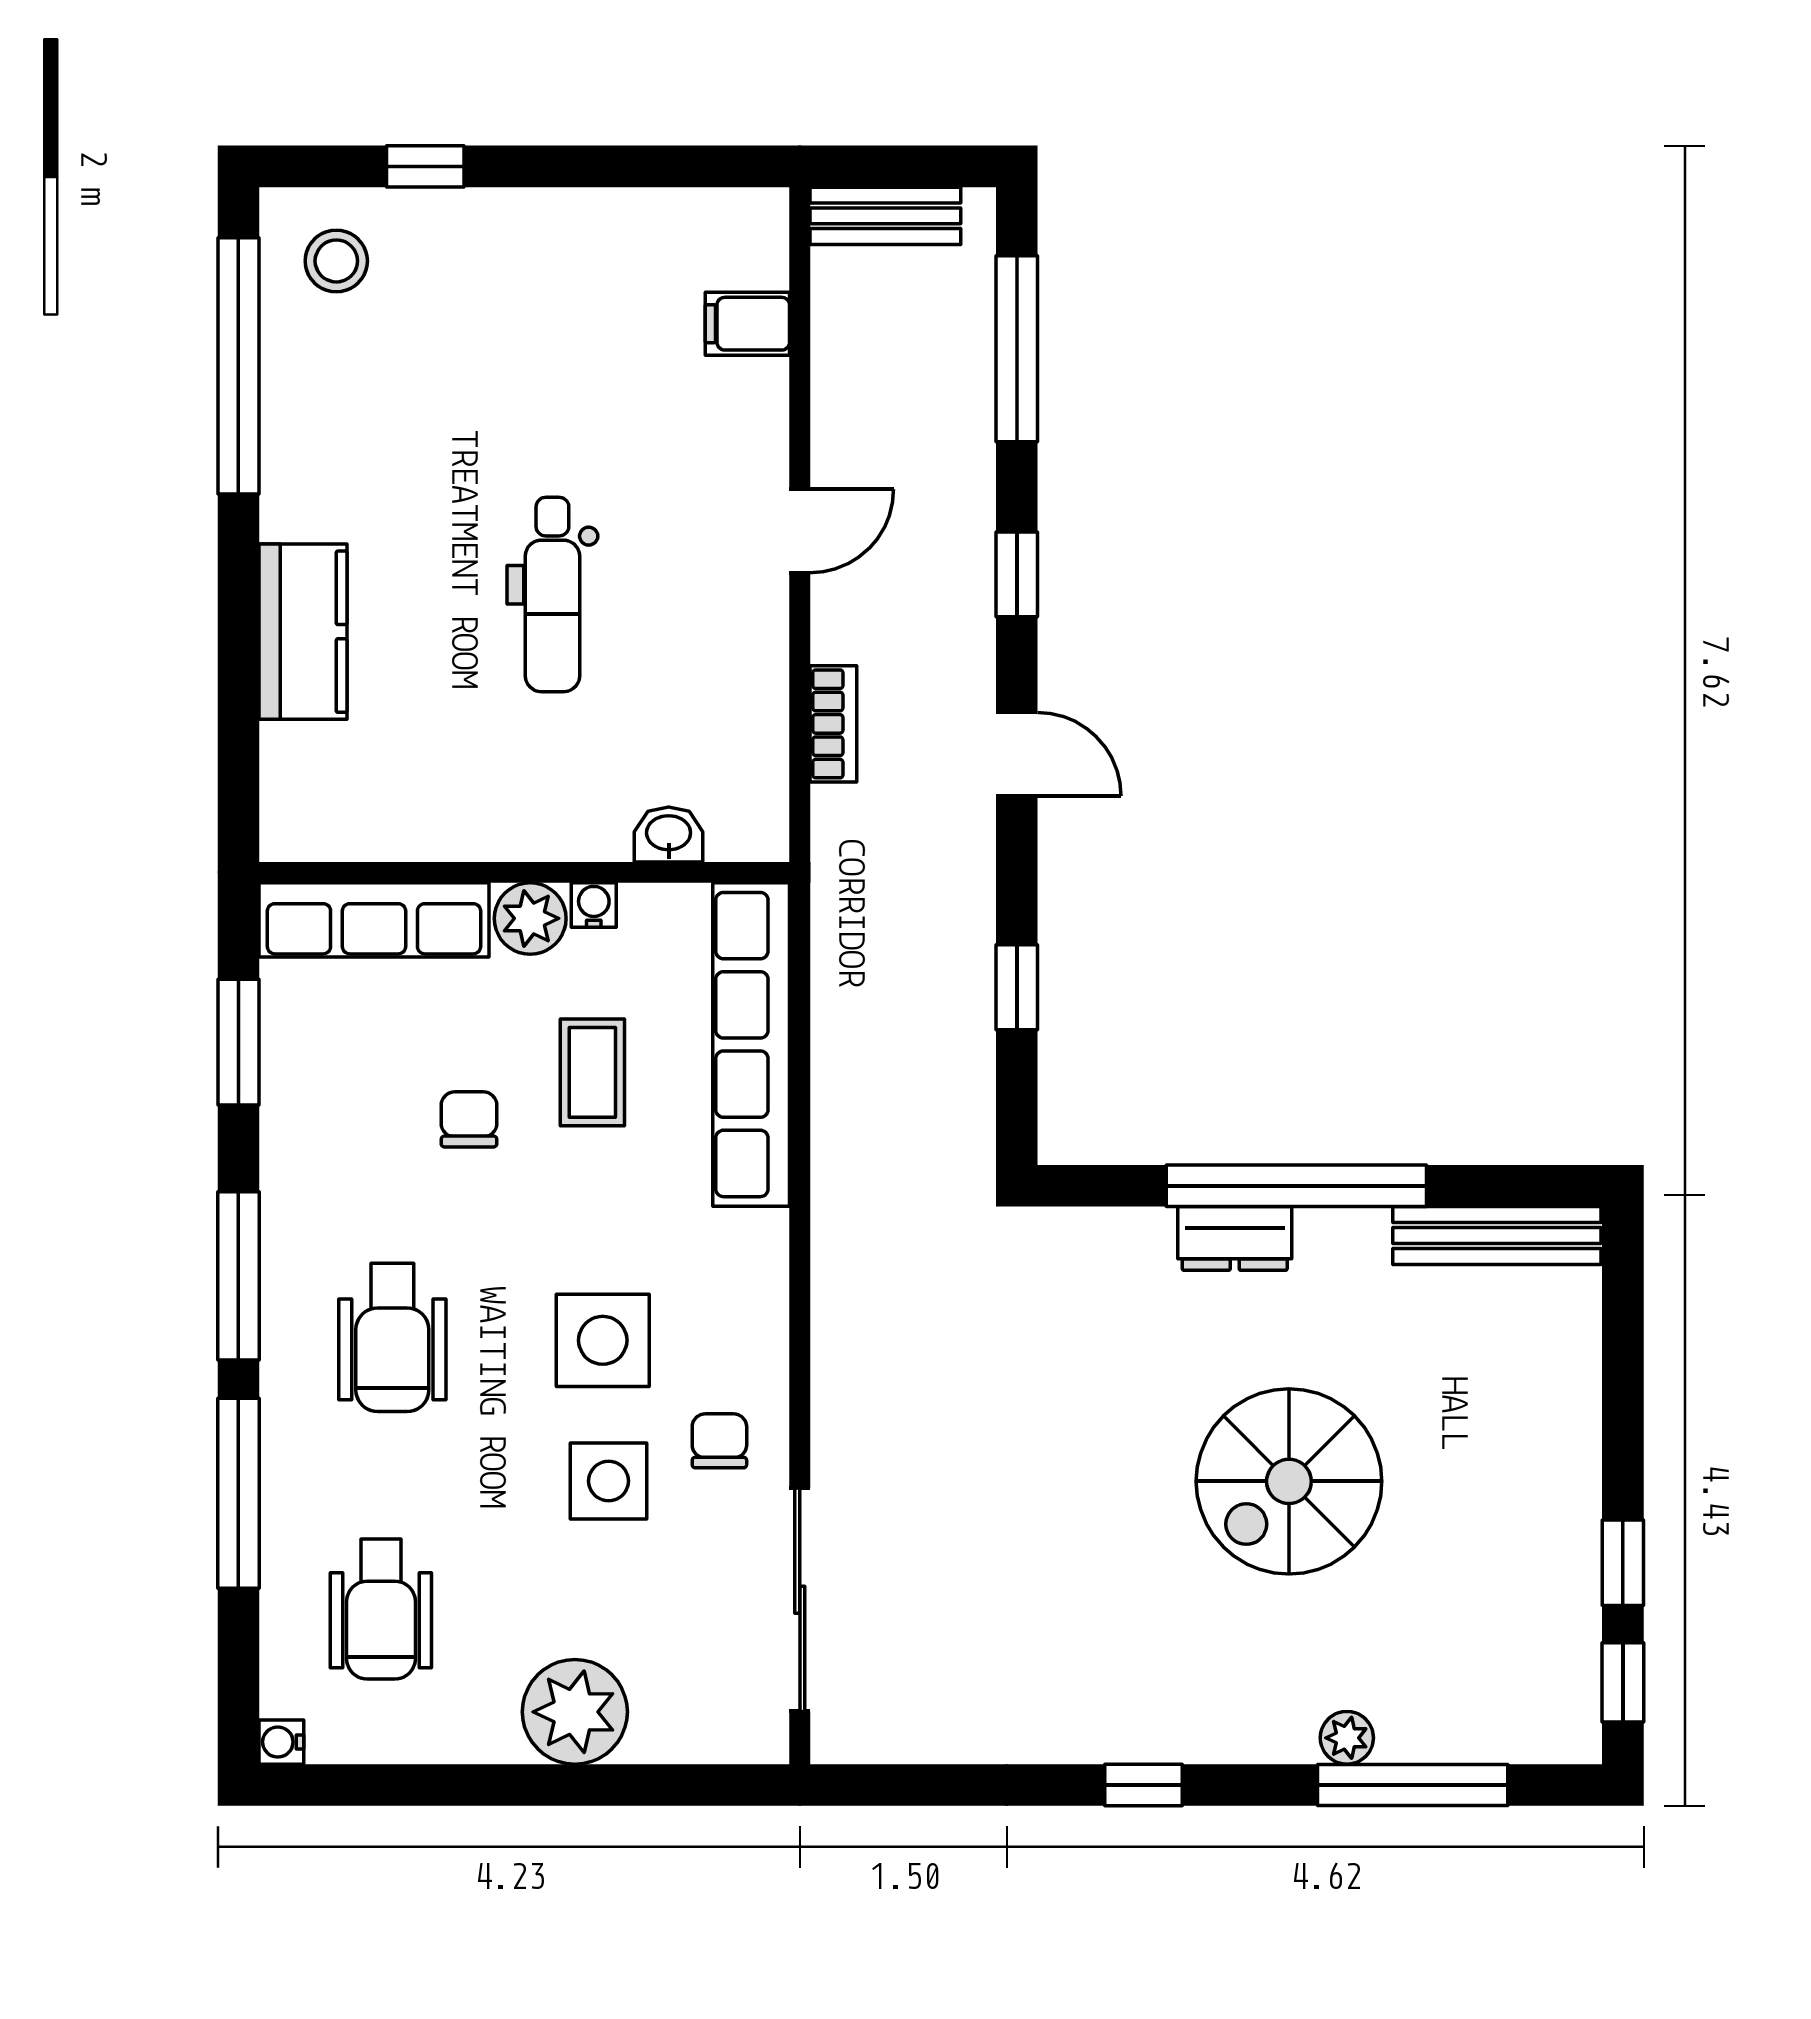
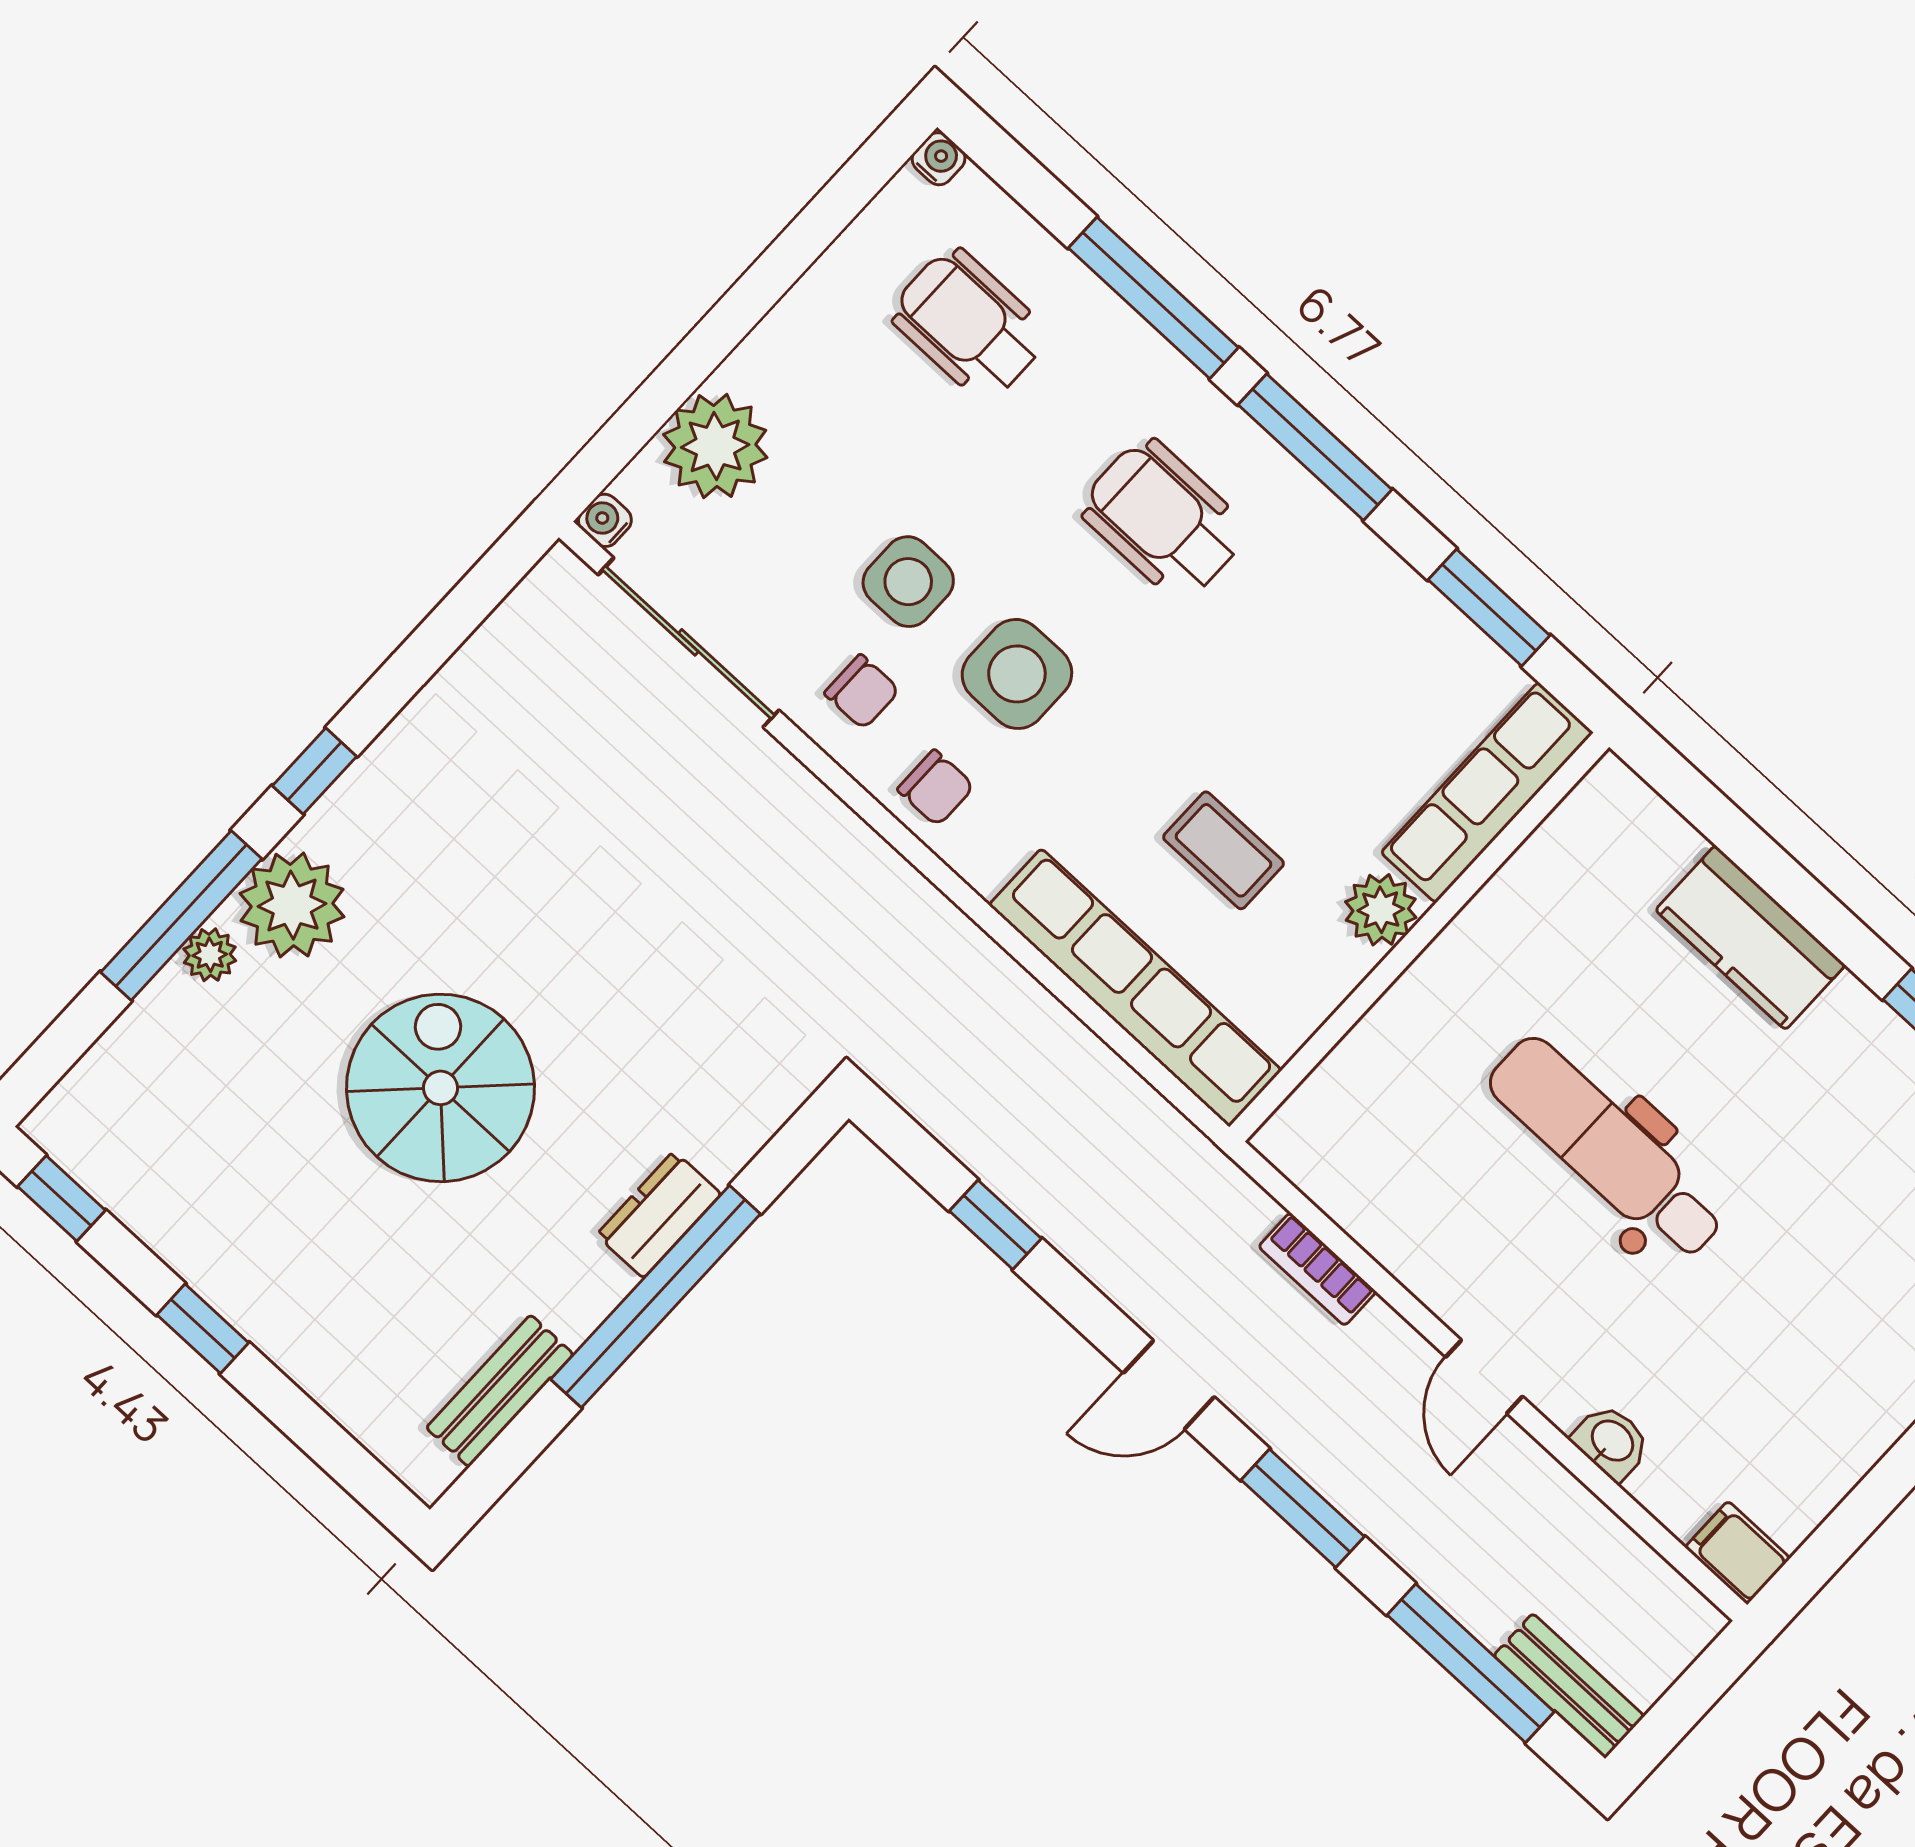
bench: (885, 216) -> (1569, 1686), moved, turned 90
filing cabinet: (747, 324) -> (1738, 1553), moved, turned -90
window: (1017, 574) -> (1303, 1508), width x1.50
dental chair: (552, 595) -> (1607, 1149), width x1.36, depth x1.38
washbasin: (669, 834) -> (1611, 1442), moved, turned -90
water cooler: (594, 905) -> (605, 520), moved, turned 180
chair: (469, 1119) -> (936, 788), moved
bench: (1497, 1236) -> (500, 1391), width x0.73
window: (1623, 1563) -> (203, 1329), moved
plant: (575, 1712) -> (715, 446), moved
plant: (1256, 1712) -> (292, 905), added
window: (1413, 1785) -> (181, 916), moved

